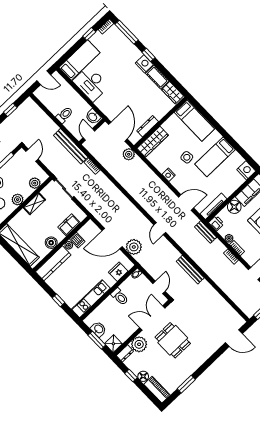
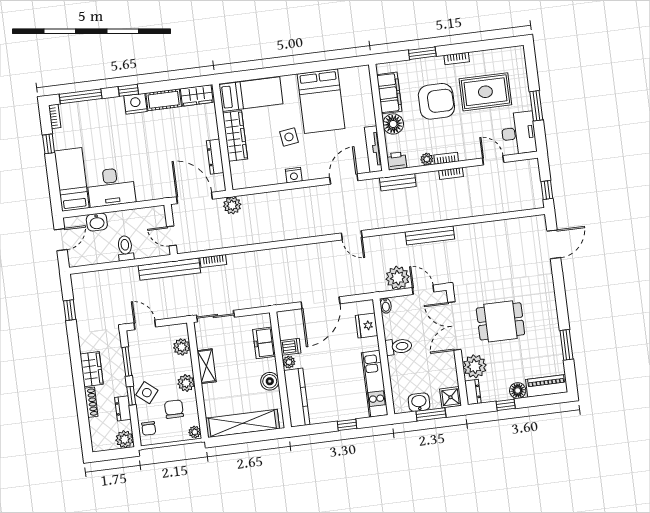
washbasin: (93, 117) -> (97, 222), moved
wardrobe: (153, 142) -> (235, 136), moved
bed: (215, 157) -> (321, 101), width x1.50
nightstand: (246, 170) -> (359, 76), removed
plant: (134, 247) -> (398, 278), moved

